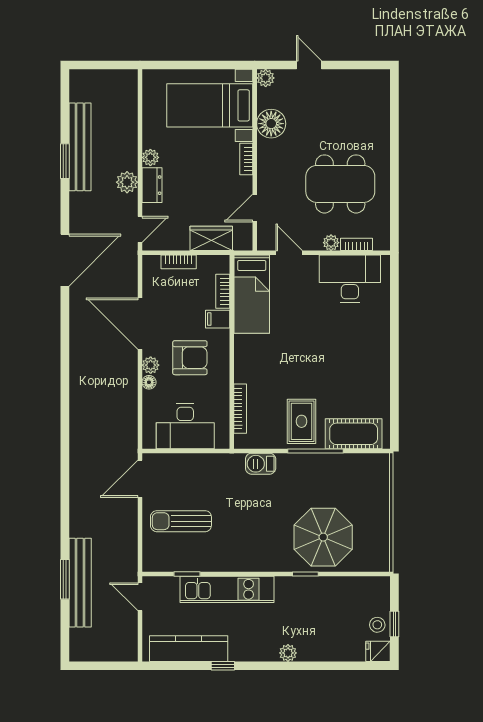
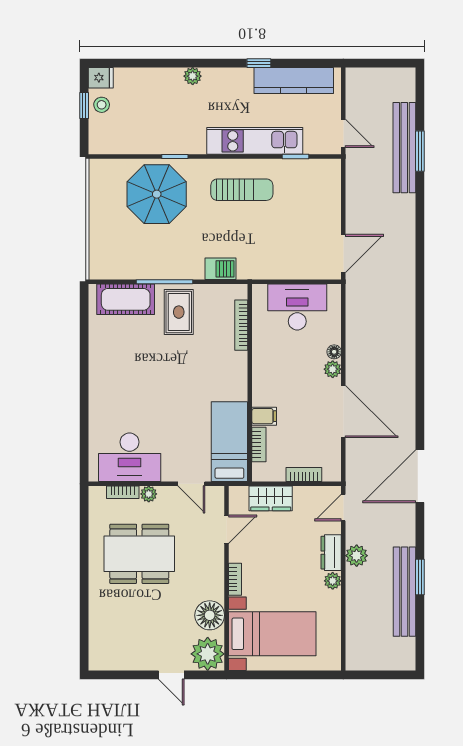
plant: (266, 78) -> (208, 654), width x1.87, depth x1.87
armchair: (190, 358) -> (292, 377), removed
sun lounger: (181, 521) -> (242, 190), moved

